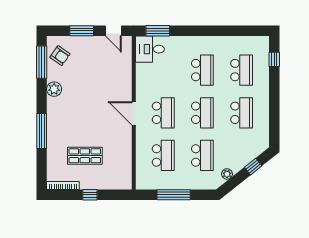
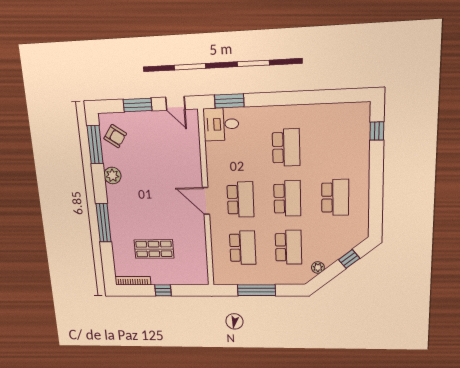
school desk: (242, 70) -> (335, 146), removed

